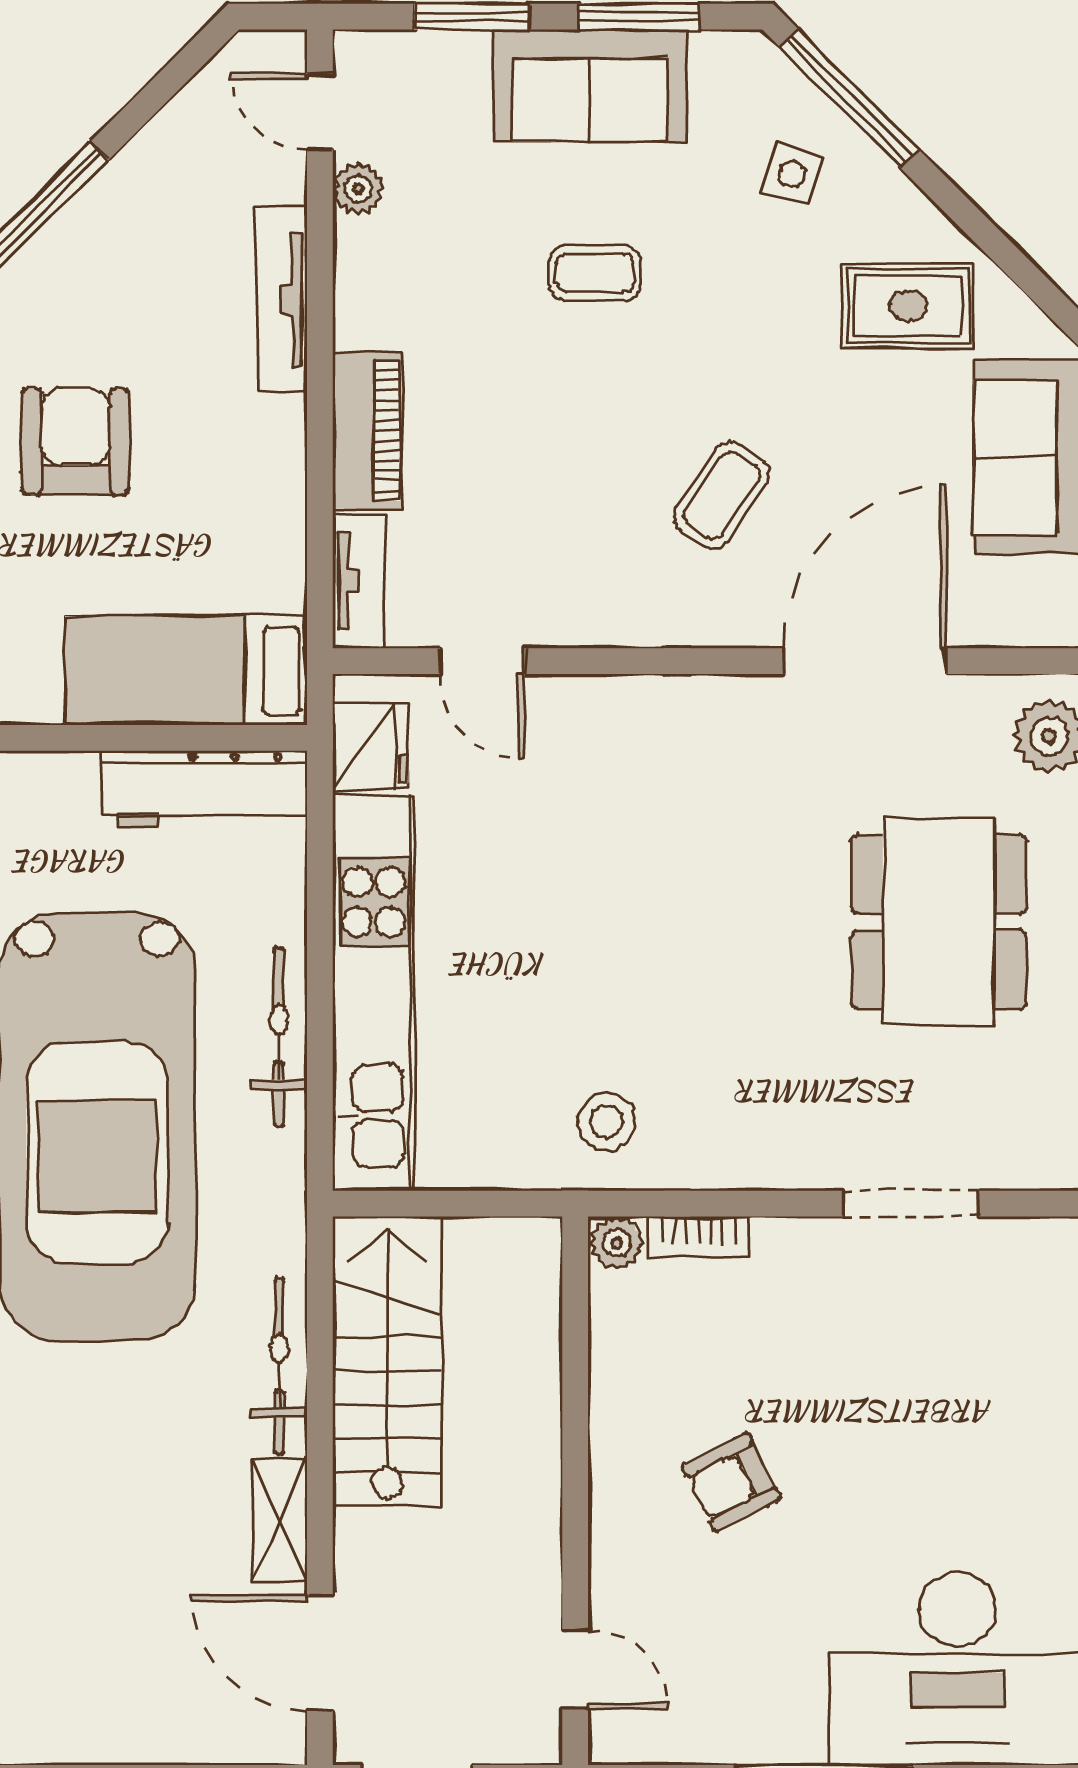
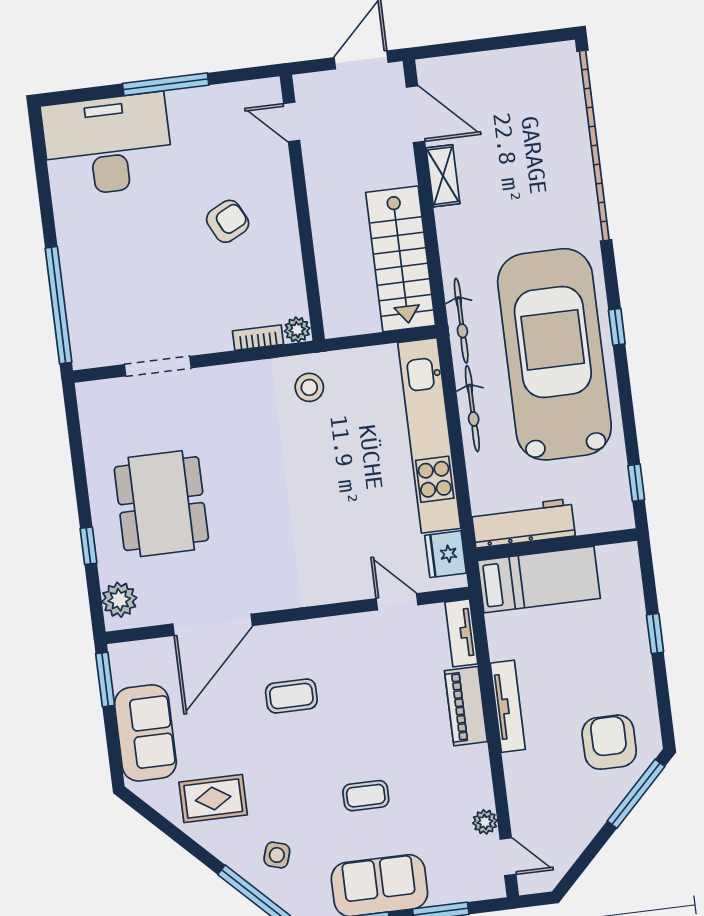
tv unit: (282, 299) -> (508, 706), moved
armchair: (75, 442) -> (609, 742), moved, turned 180
coffee table: (722, 495) -> (291, 696), turned 56
bicycle: (279, 1366) -> (461, 321), moved

